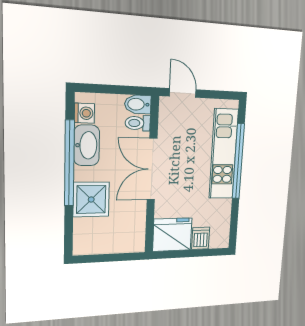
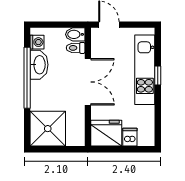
window: (238, 161) -> (158, 75), width x0.32
double door: (152, 169) -> (88, 82), swing flipped
shower: (91, 200) -> (48, 129), moved, width x1.37, depth x1.37

